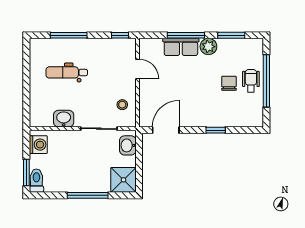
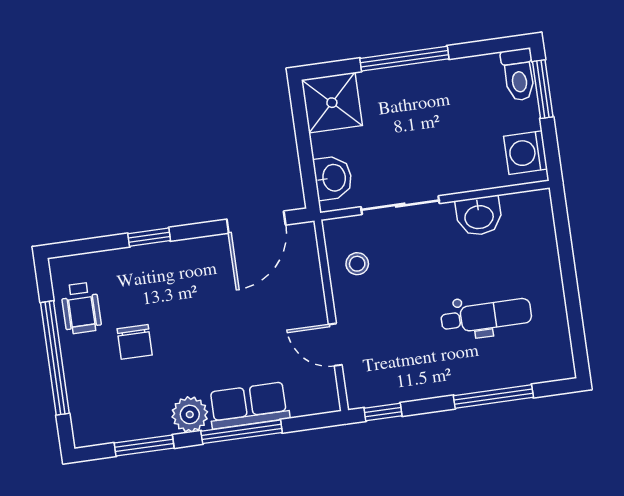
wheelchair: (251, 81) -> (81, 308), moved

